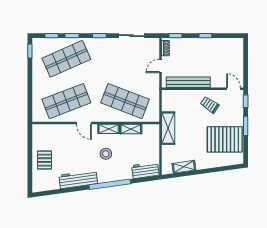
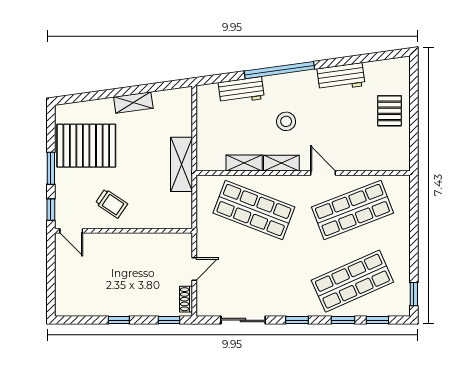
bench: (188, 82) -> (148, 242), removed
shelving: (184, 167) -> (133, 103), moved
workbench: (145, 170) -> (241, 90), moved
workbench: (78, 179) -> (341, 77), width x0.73

